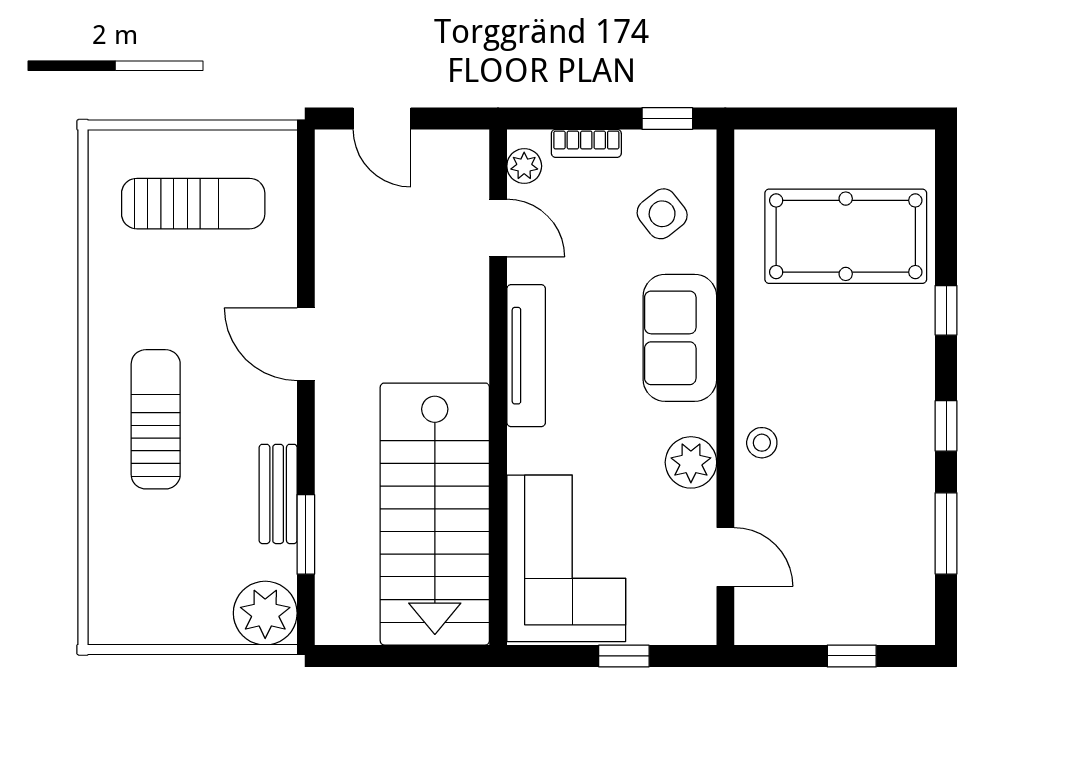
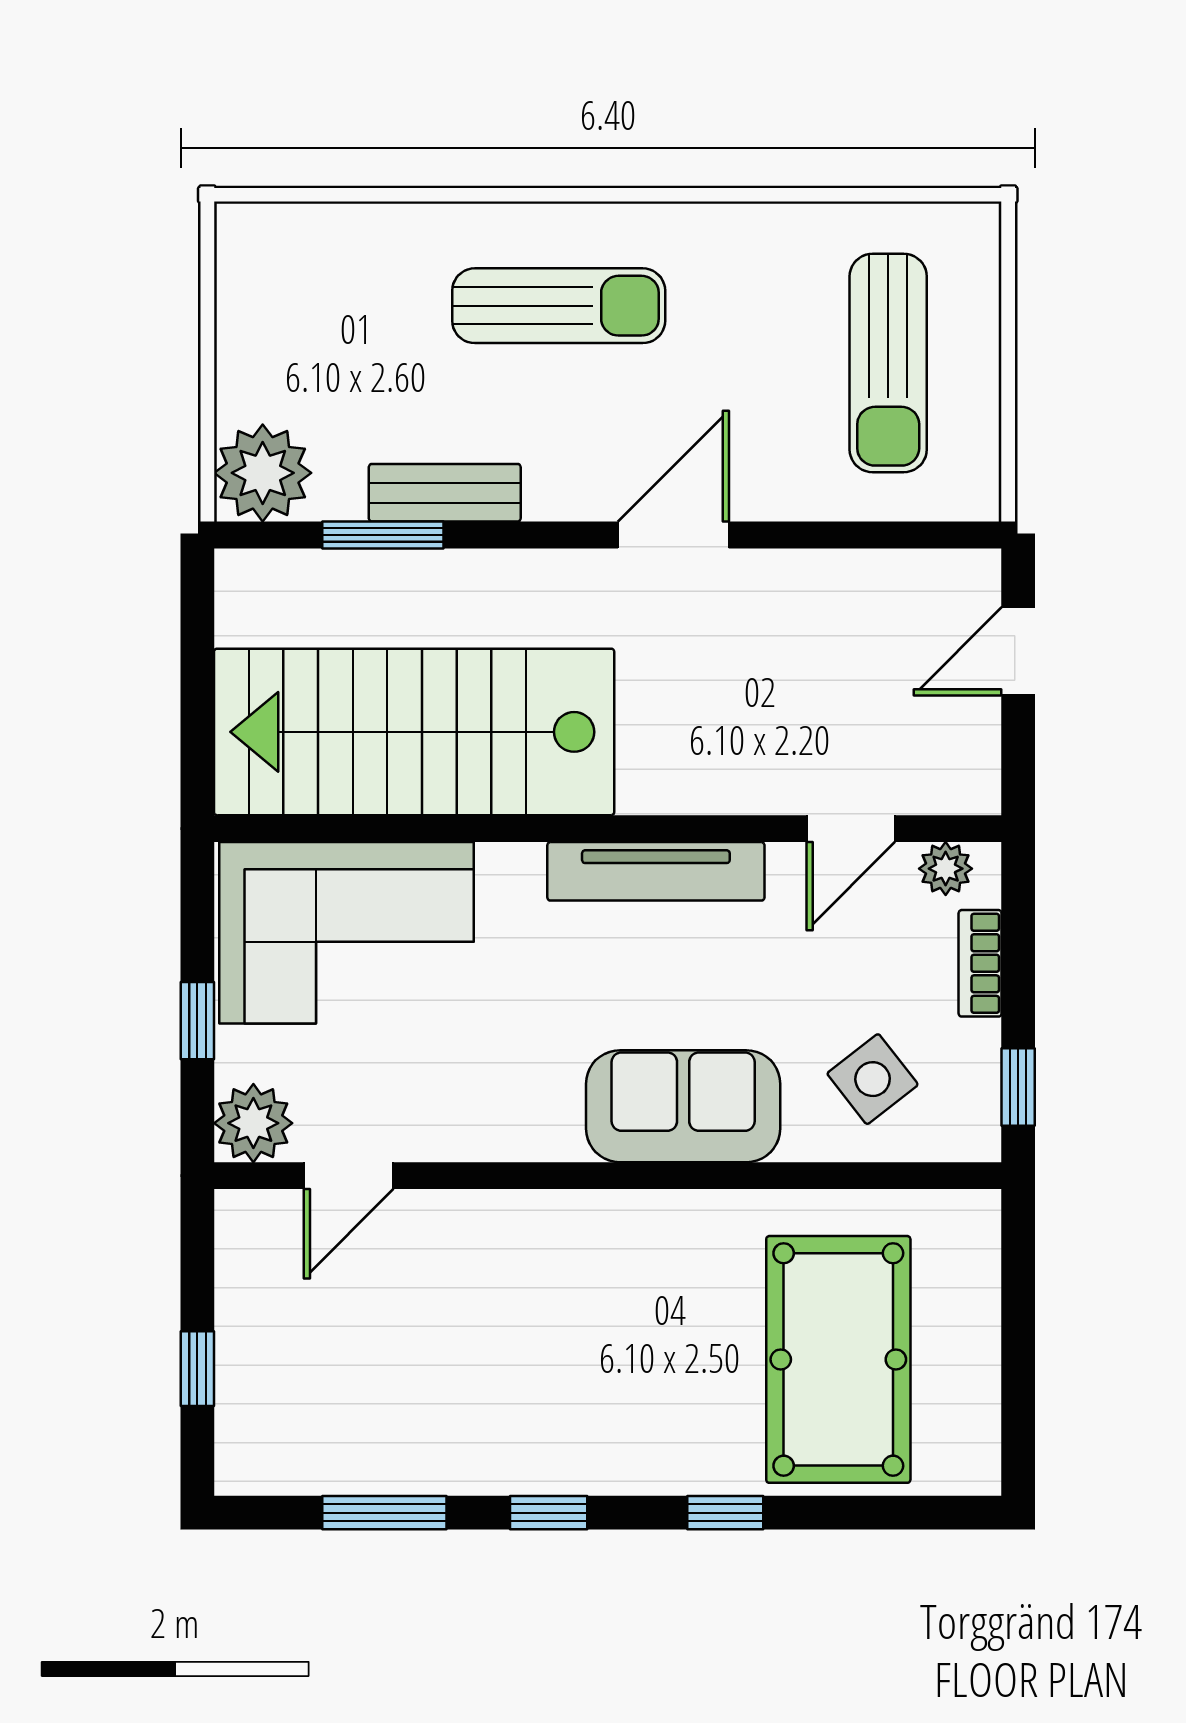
stool: (762, 443) -> (523, 1231), removed
plant: (691, 462) -> (253, 1123), moved

